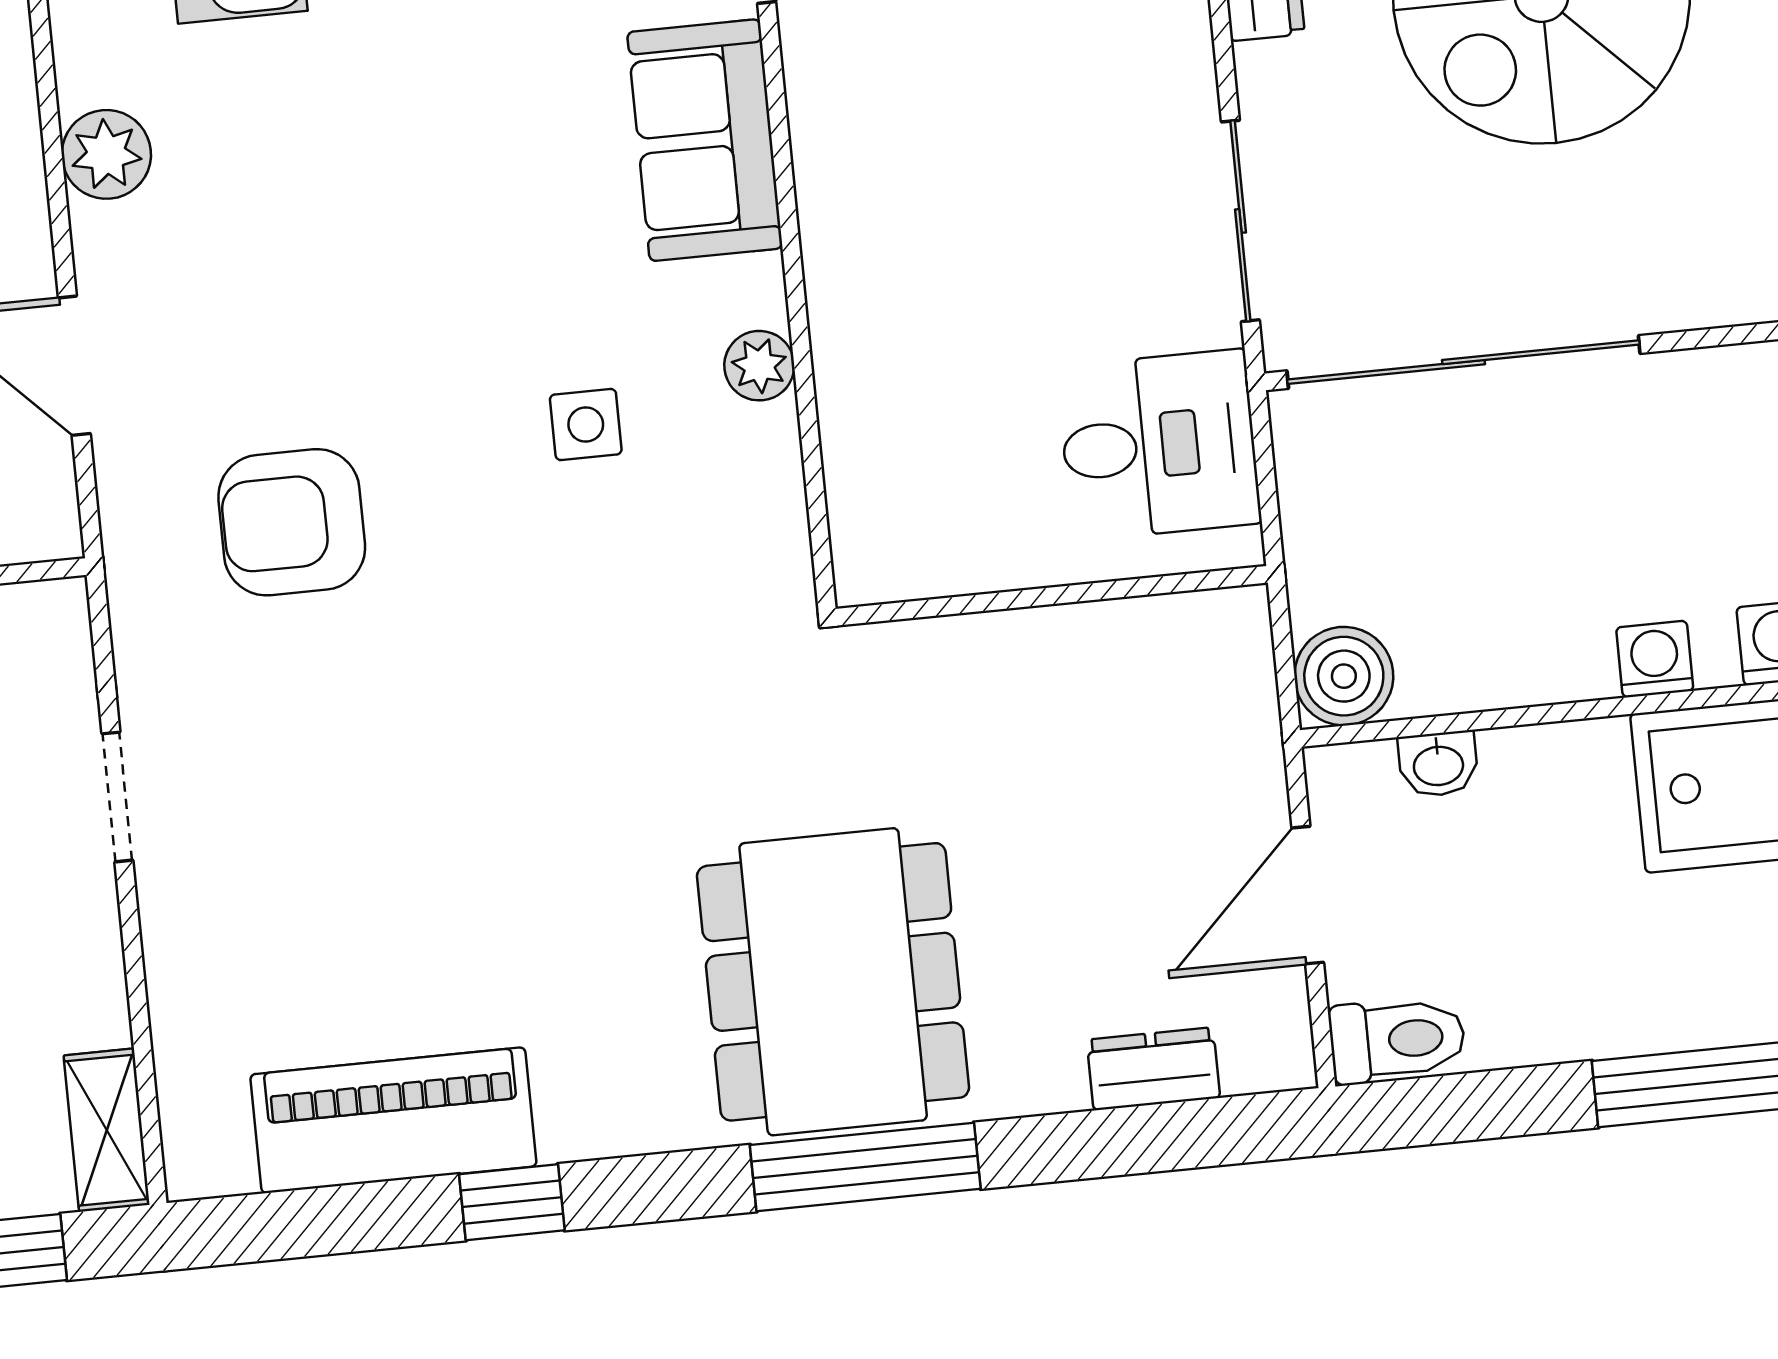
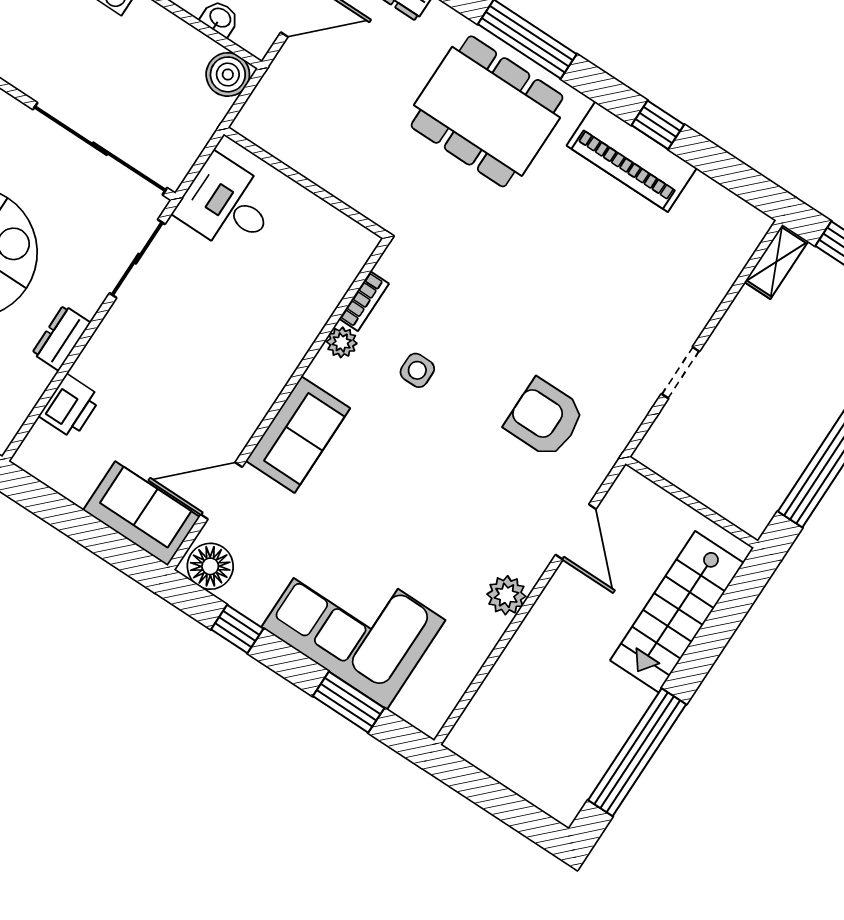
bookcase: (779, 470) -> (364, 301), added
armchair: (292, 522) -> (545, 418), turned 180
dining table: (833, 982) -> (487, 111), turned 90
piano: (393, 1120) -> (632, 157), moved

